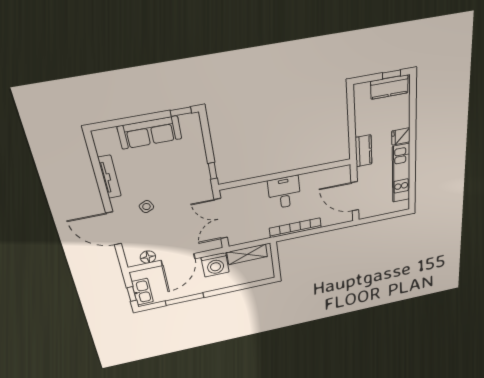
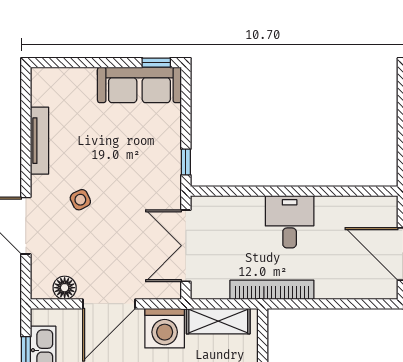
sofa: (150, 133) -> (139, 85), moved
bookcase: (295, 228) -> (272, 290), moved

